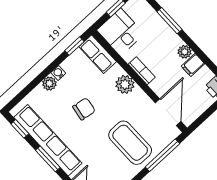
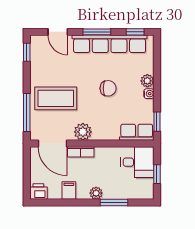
plant: (185, 52) -> (96, 193), moved
bookcase: (142, 71) -> (81, 152), moved
plant: (125, 84) -> (83, 132), moved
chair: (84, 109) -> (108, 88), turned -99

